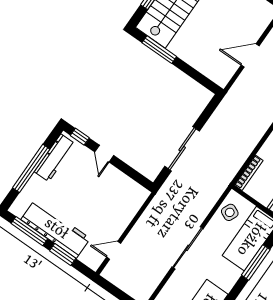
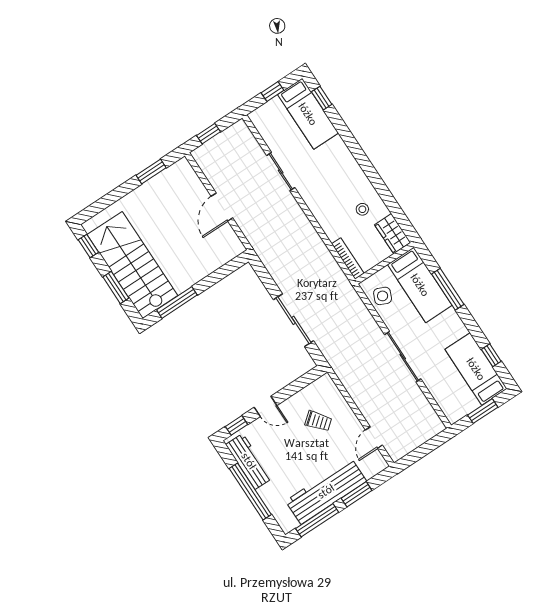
trolley: (109, 201) -> (318, 421), added

